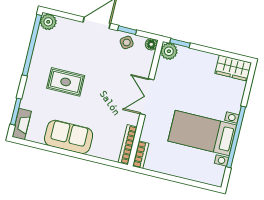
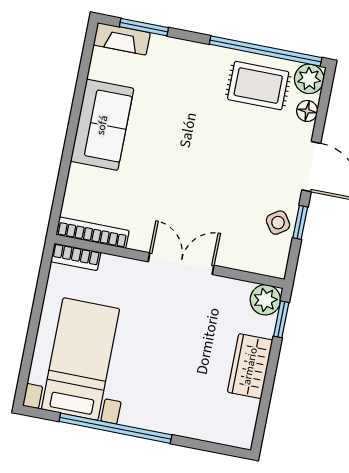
floor lamp: (151, 44) -> (307, 111), moved
wardrobe: (233, 68) -> (250, 366), moved
rug: (66, 82) -> (258, 86), moved, turned 90
bed with nightstands: (202, 133) -> (81, 359), moved

